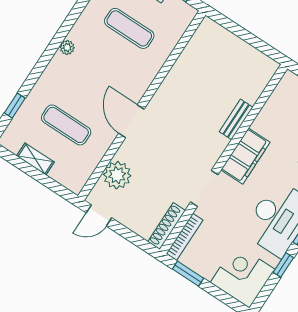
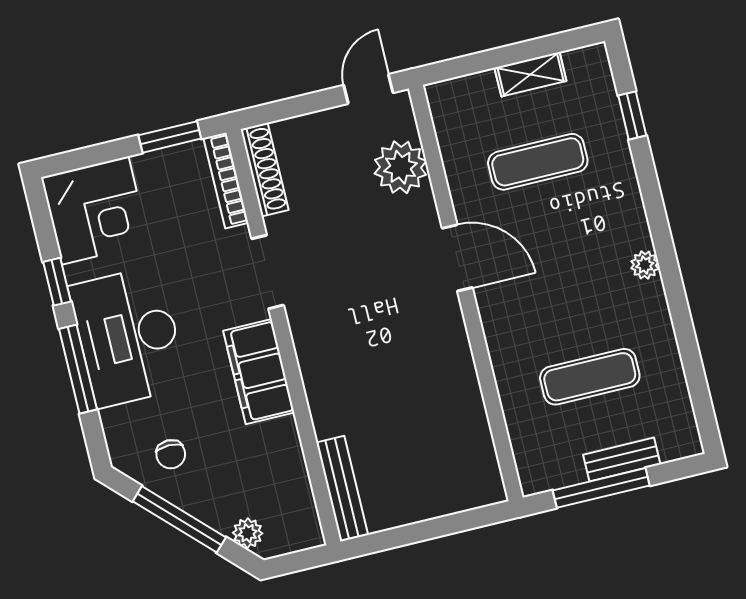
bench: (236, 119) -> (342, 489), moved, width x1.36

